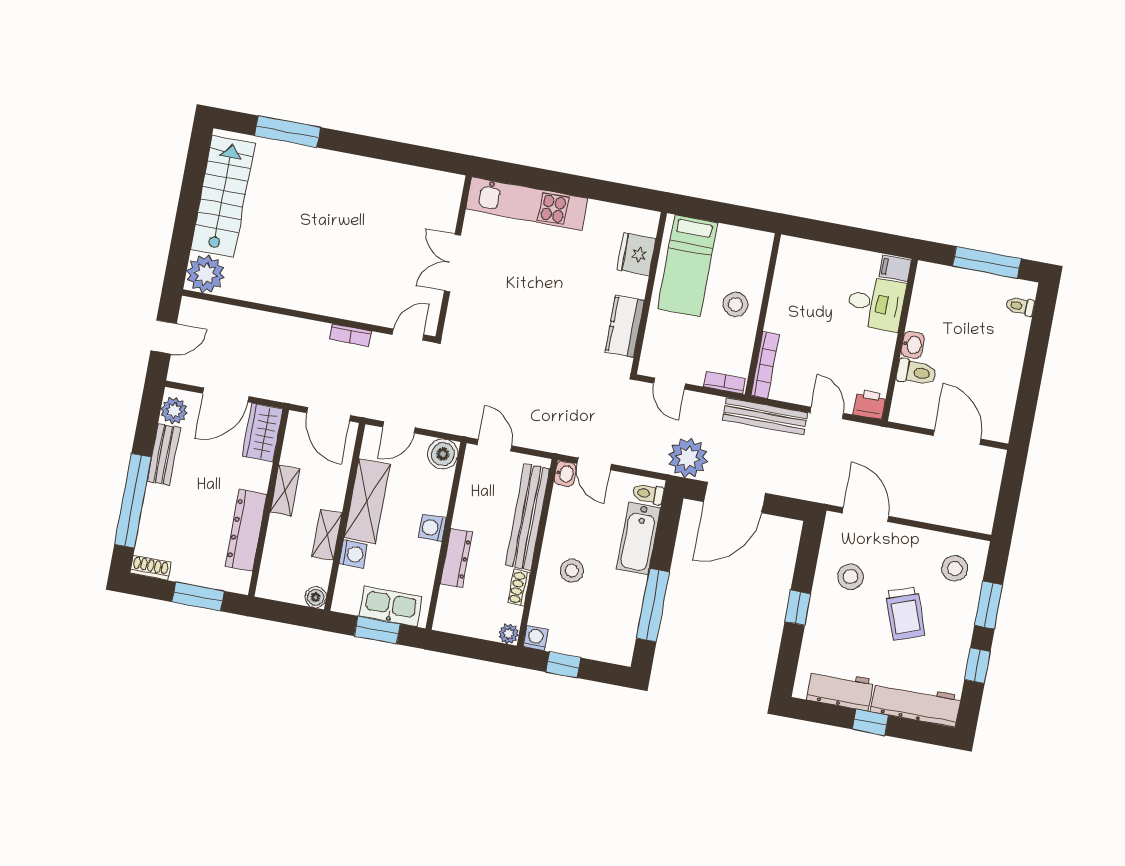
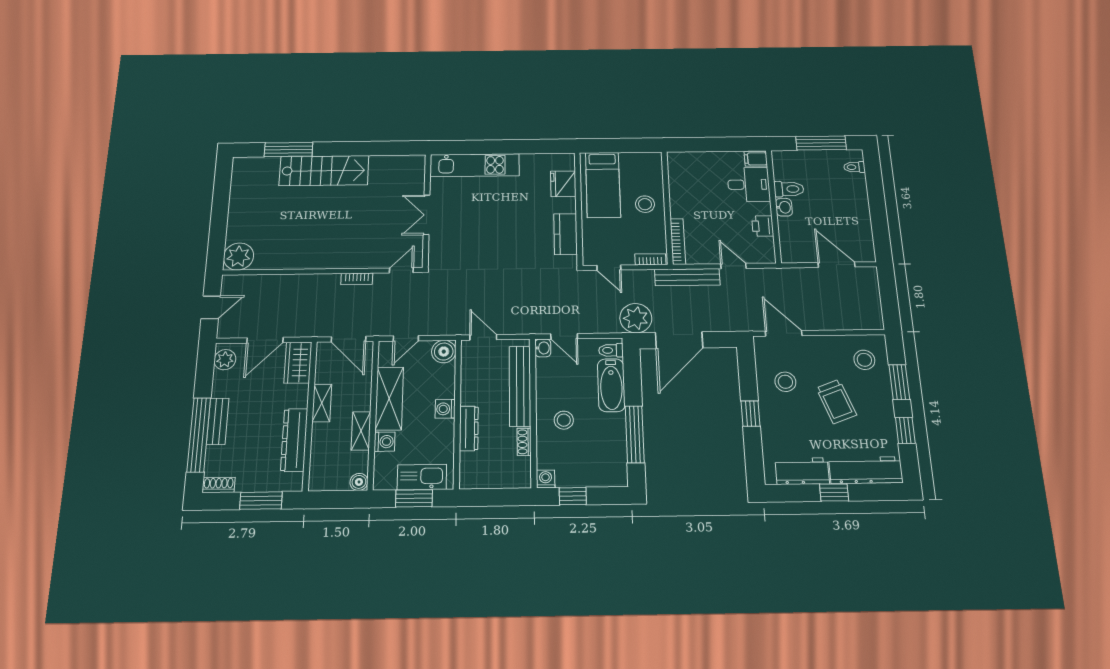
stairs: (223, 196) -> (324, 171), moved, turned 90
toilet: (916, 372) -> (789, 189), moved
printer: (870, 404) -> (763, 226), moved, turned -90
bench: (164, 454) -> (218, 421), moved
plant: (509, 634) -> (523, 480), removed

